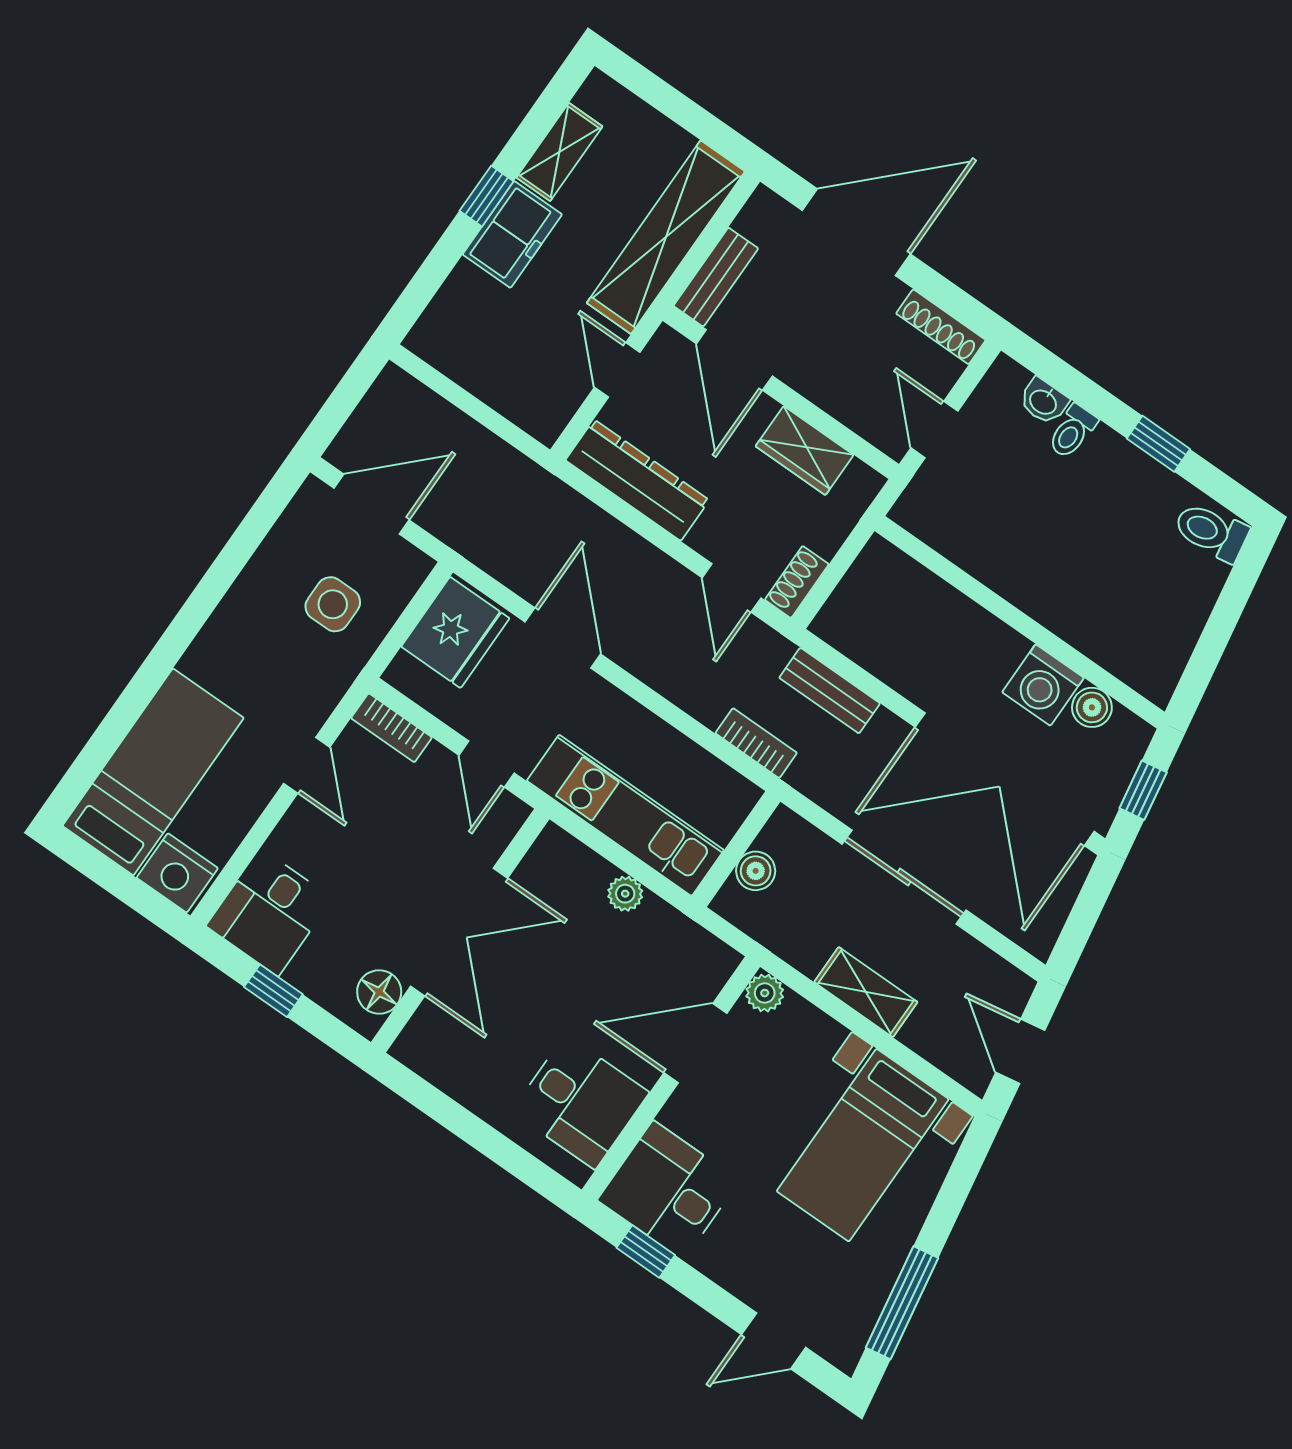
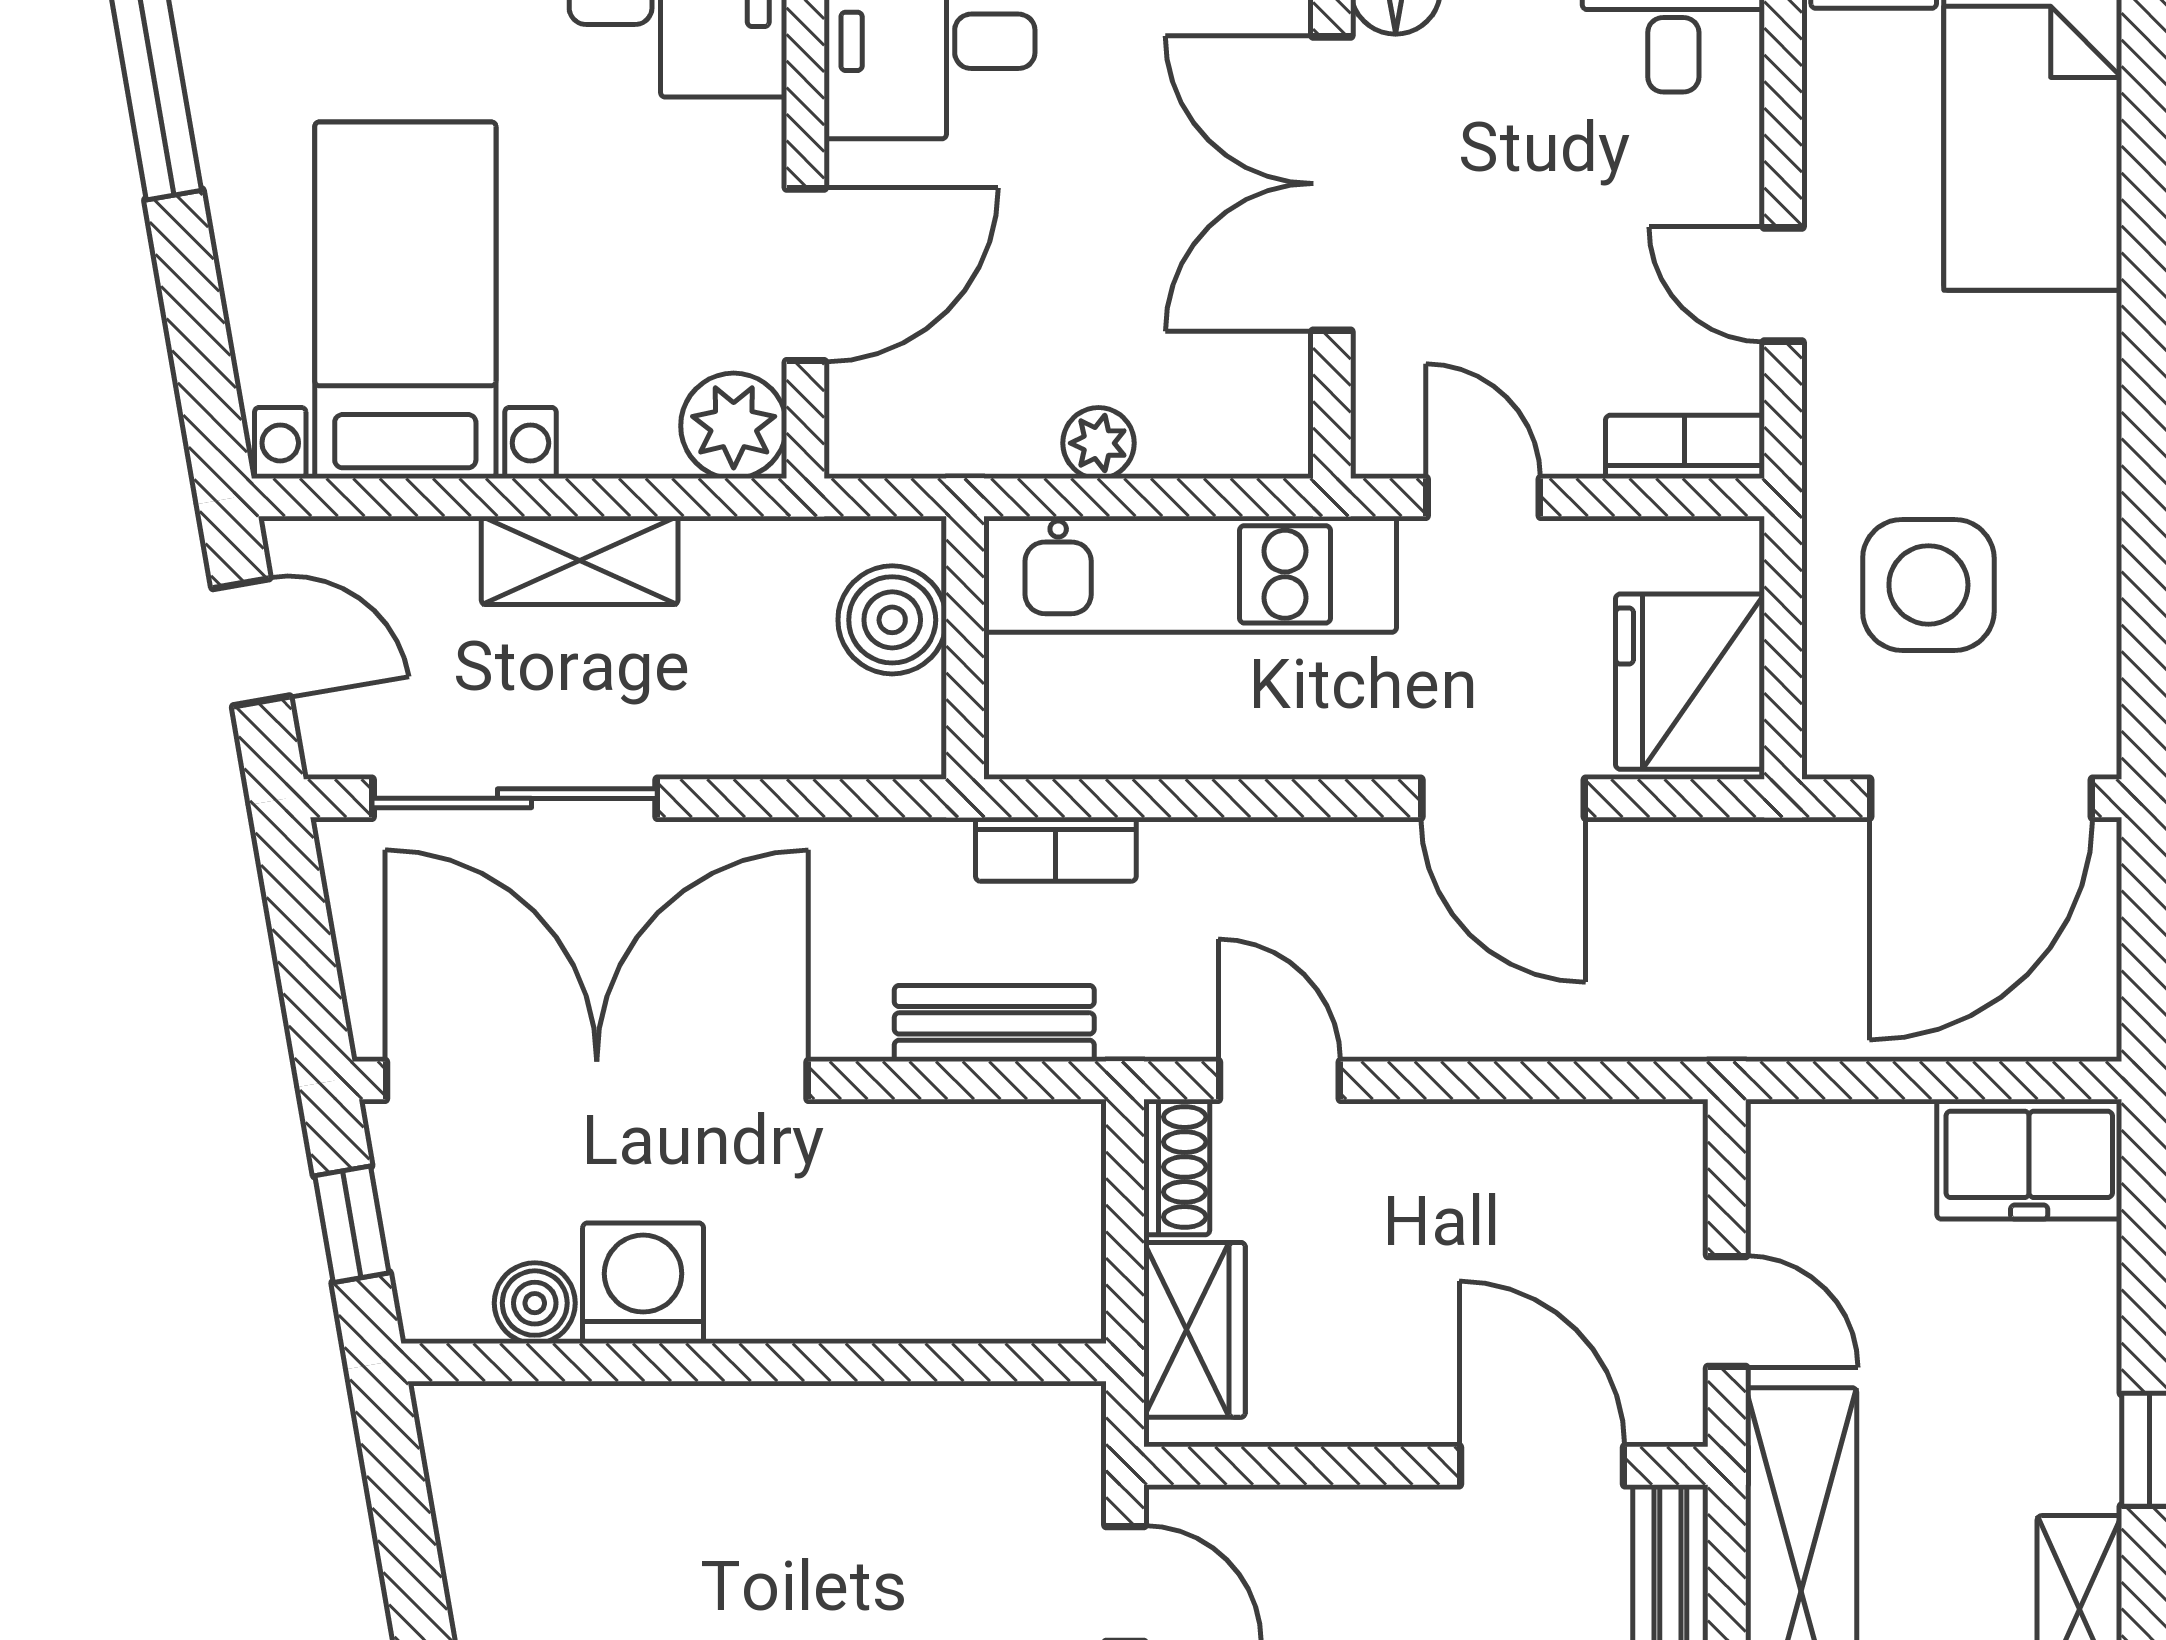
freezer: (512, 234) -> (2029, 1159), moved, turned -90
wardrobe: (805, 451) -> (1195, 1330), moved, turned 90
dresser: (637, 480) -> (1563, 1151), removed
door: (372, 504) -> (1981, 798), width x1.36
side table: (333, 604) -> (1928, 585), width x1.37, depth x1.37
boiler: (756, 871) -> (892, 620), width x1.36, depth x1.36
sliding door: (904, 877) -> (515, 798), moved
plant: (765, 993) -> (734, 426), width x1.38, depth x1.38

